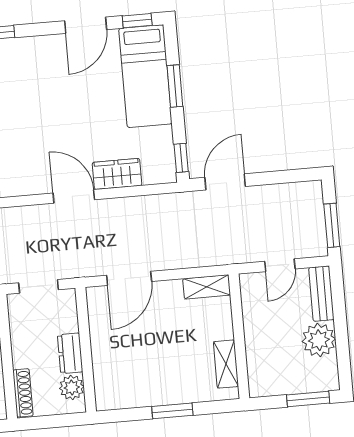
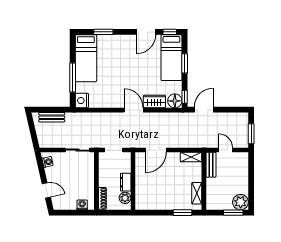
floor lamp: (161, 169) -> (175, 101), added
door: (280, 265) -> (226, 150), swing flipped
bench: (321, 294) -> (211, 165), moved
plant: (319, 340) -> (241, 202), moved
window: (172, 411) -> (183, 213), moved

